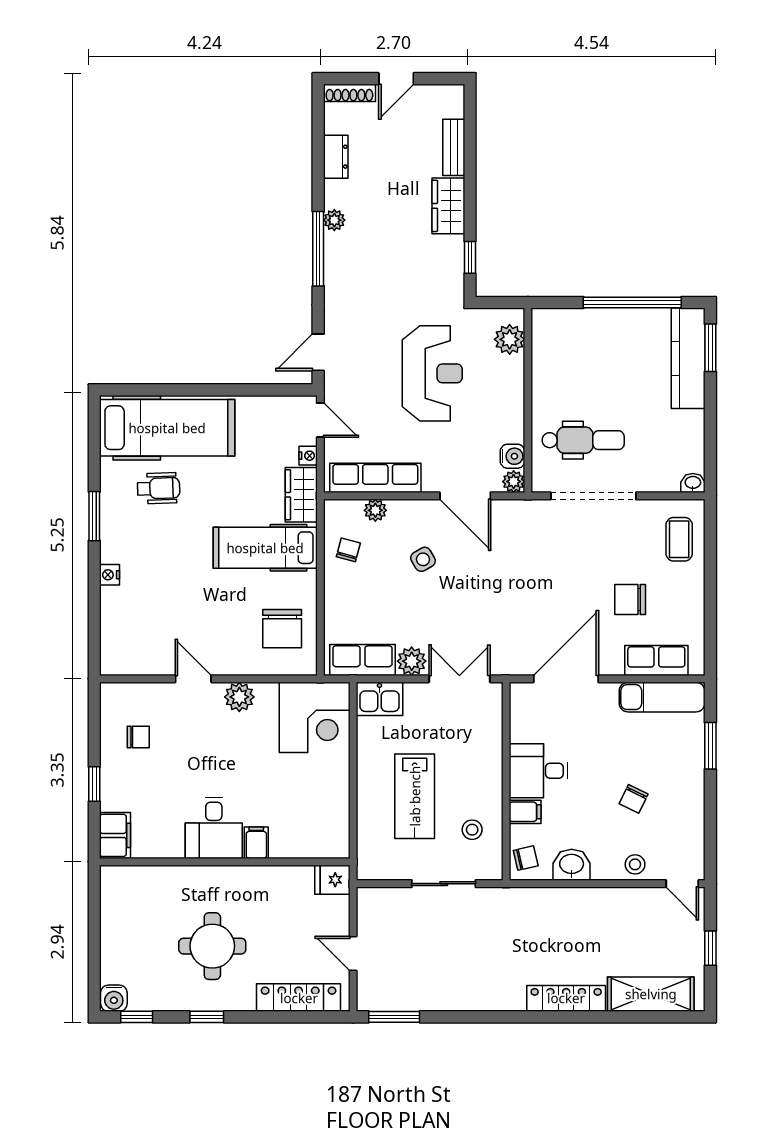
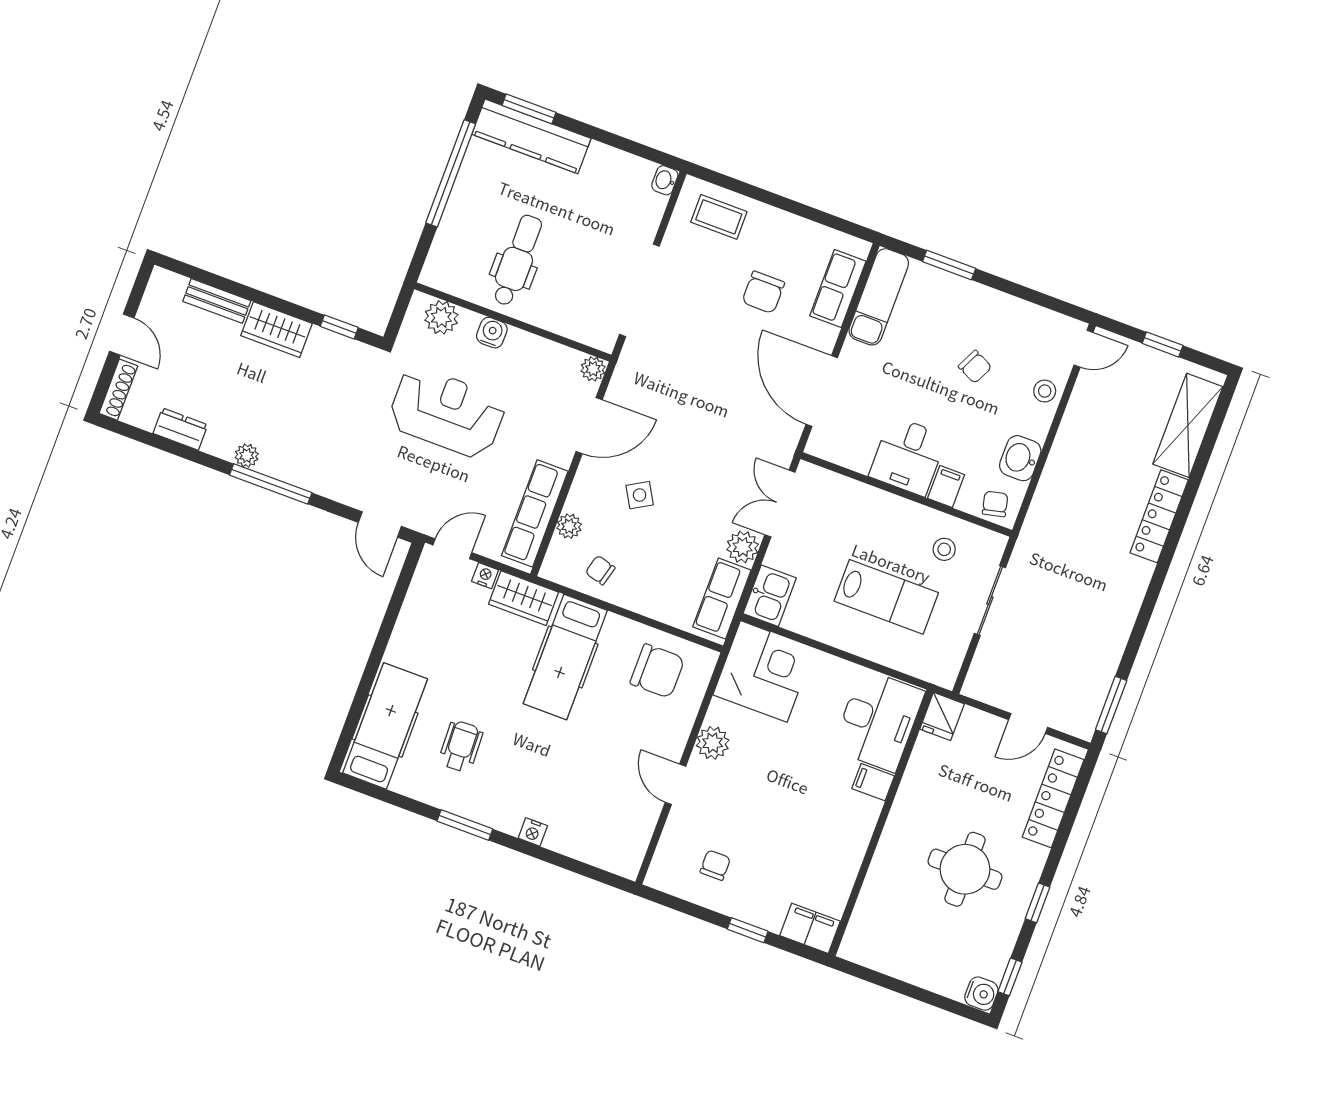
hospital bed: (167, 428) -> (385, 726), width x0.73, depth x0.78
dental chair: (583, 440) -> (517, 260), moved
water cooler: (513, 456) -> (492, 333), moved
door: (193, 679) -> (675, 784), hinge flipped
desk: (214, 828) -> (878, 720), moved, width x1.37

